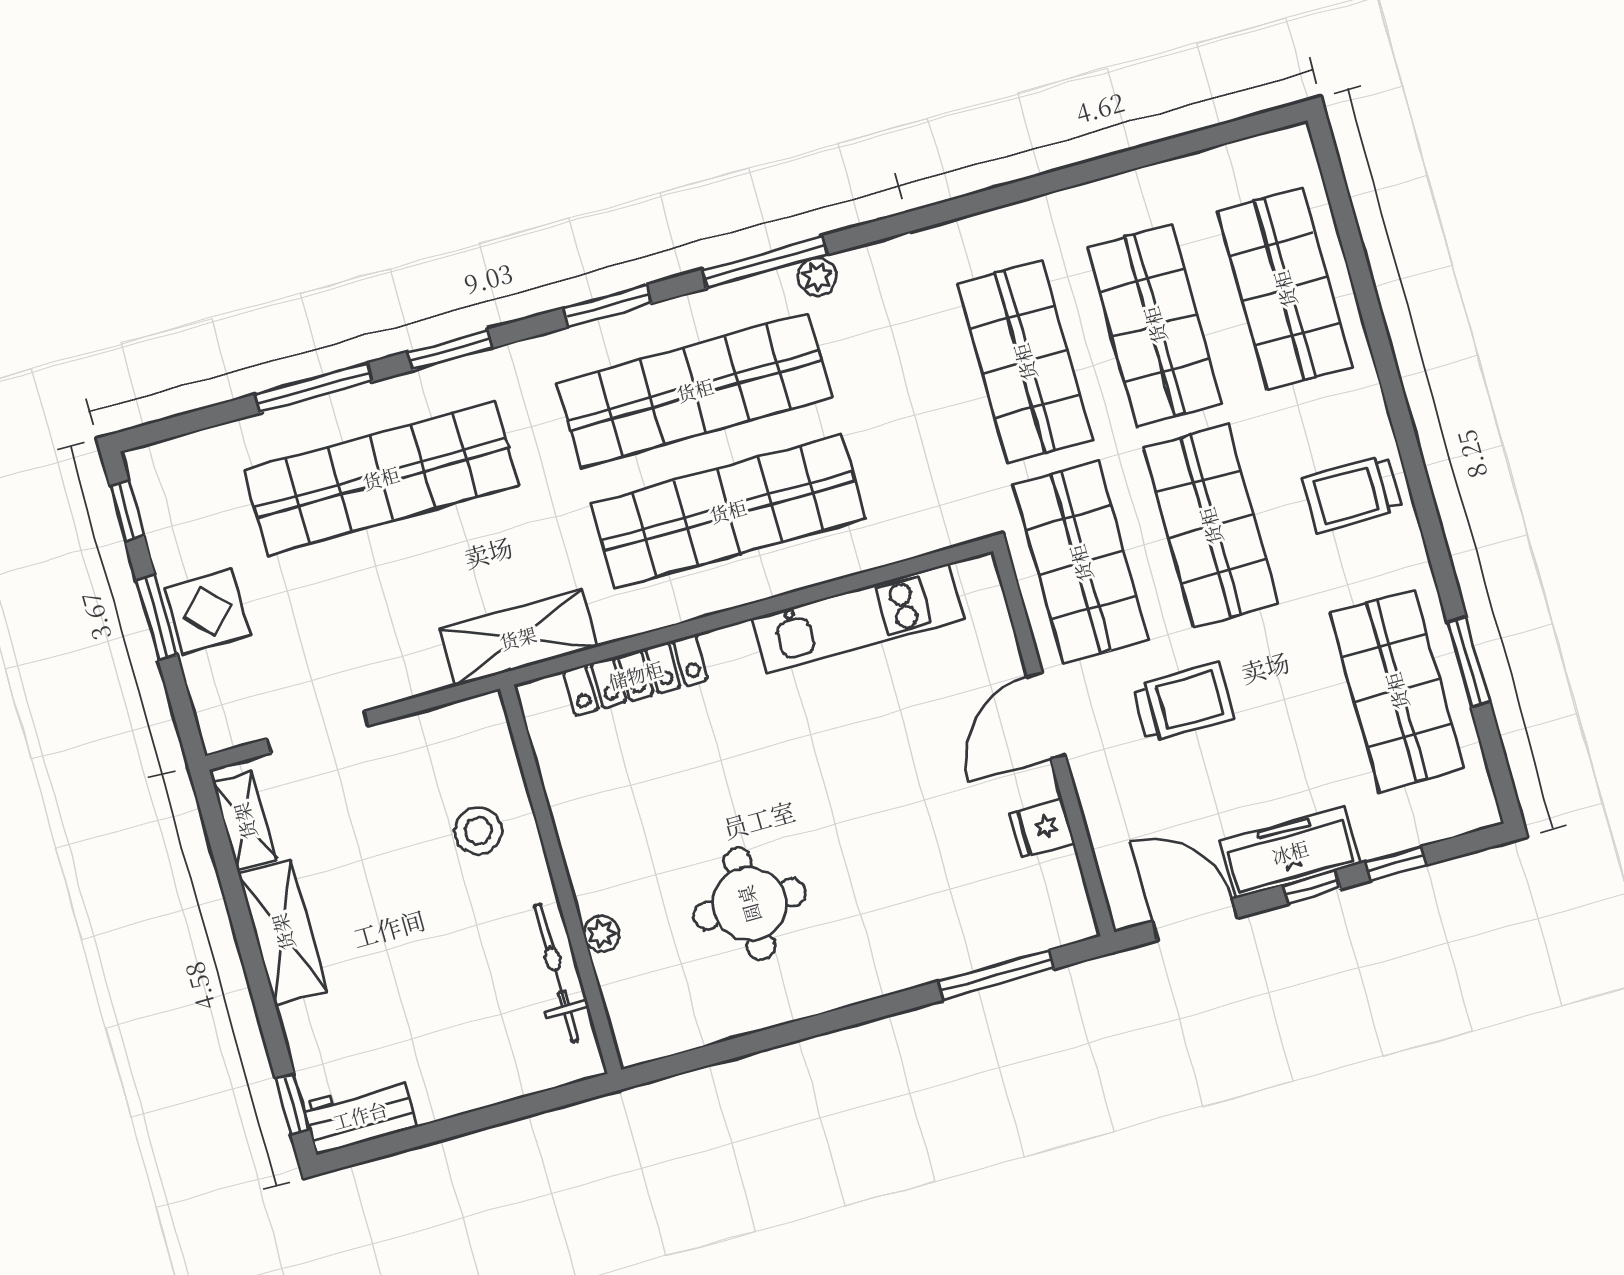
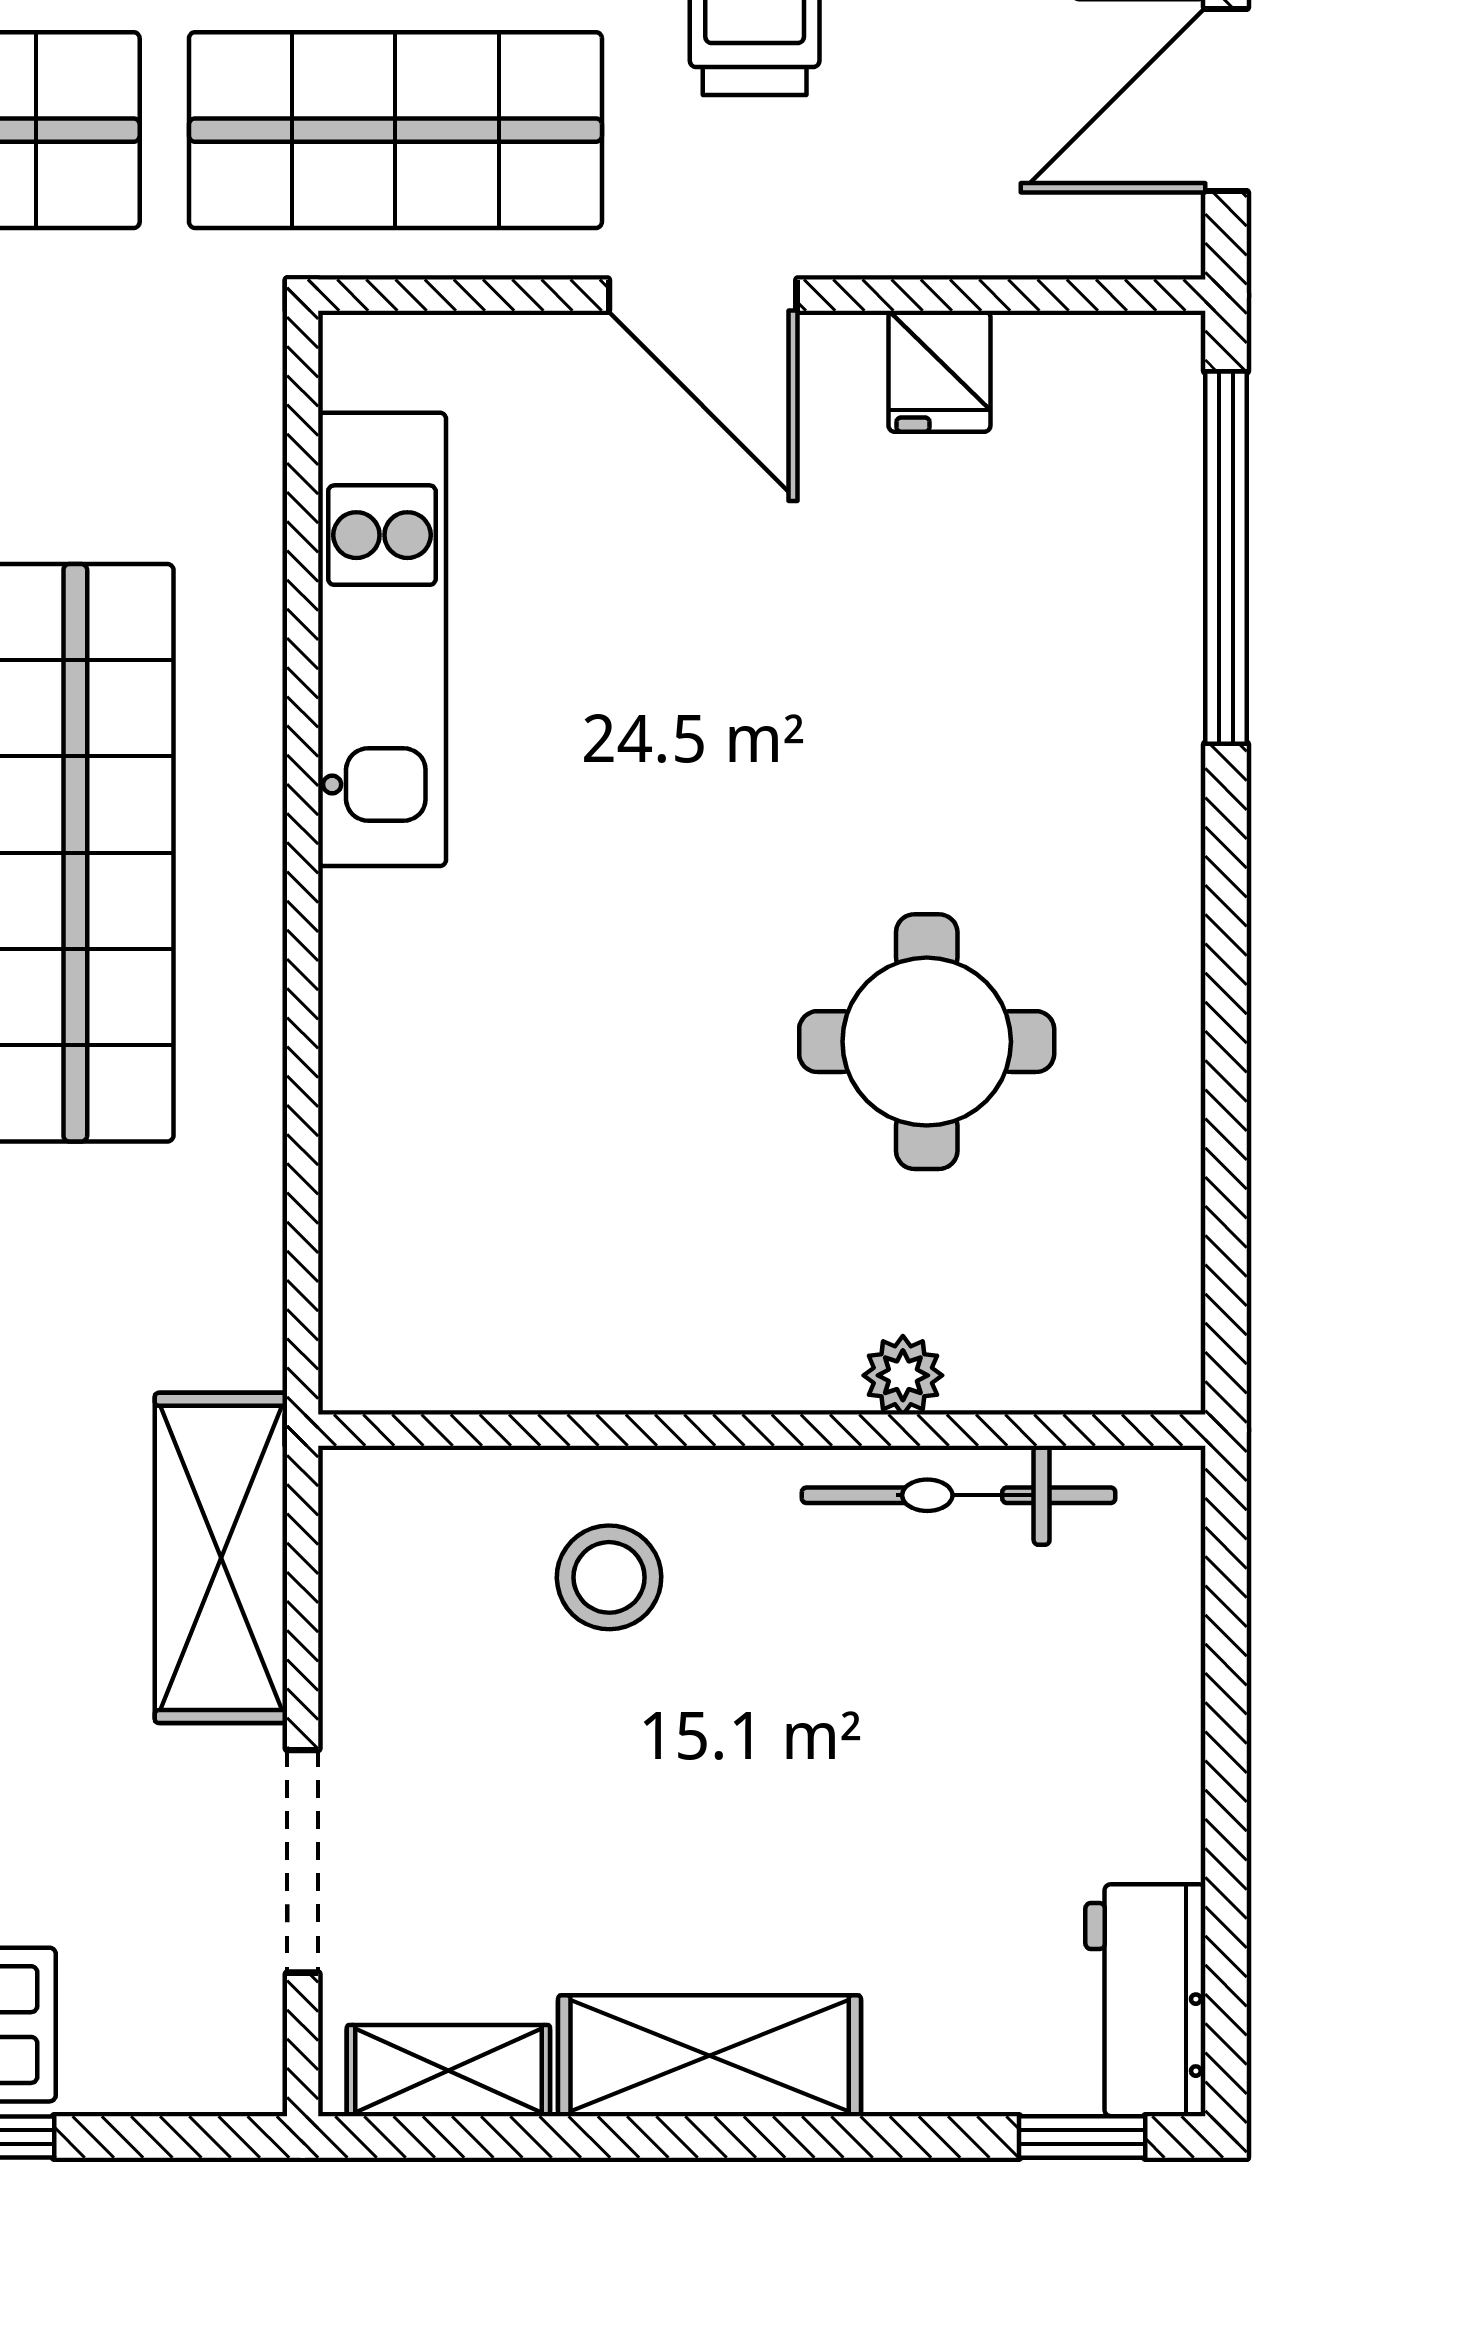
shelving: (518, 638) -> (221, 1558), moved
locker: (636, 675) -> (370, 1148), removed
window: (996, 975) -> (1226, 558), width x1.46

